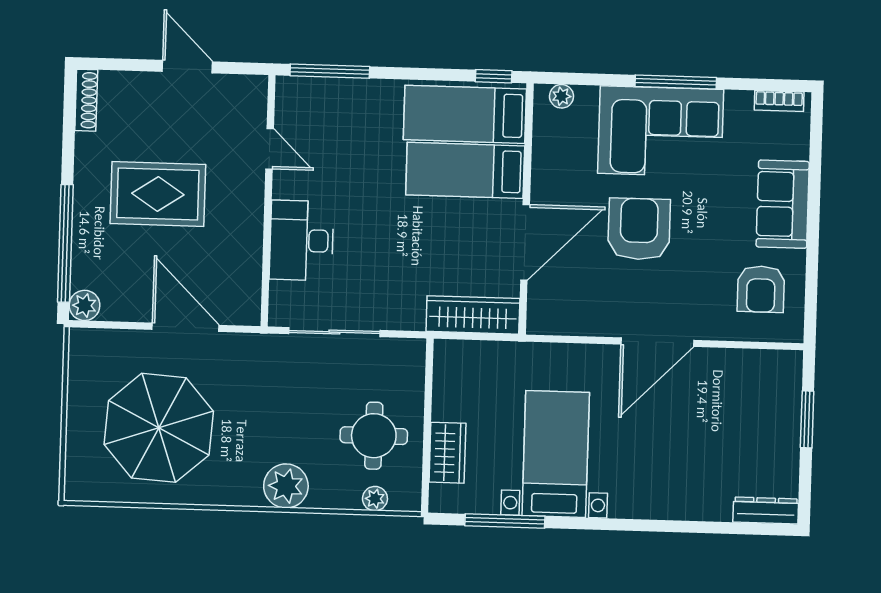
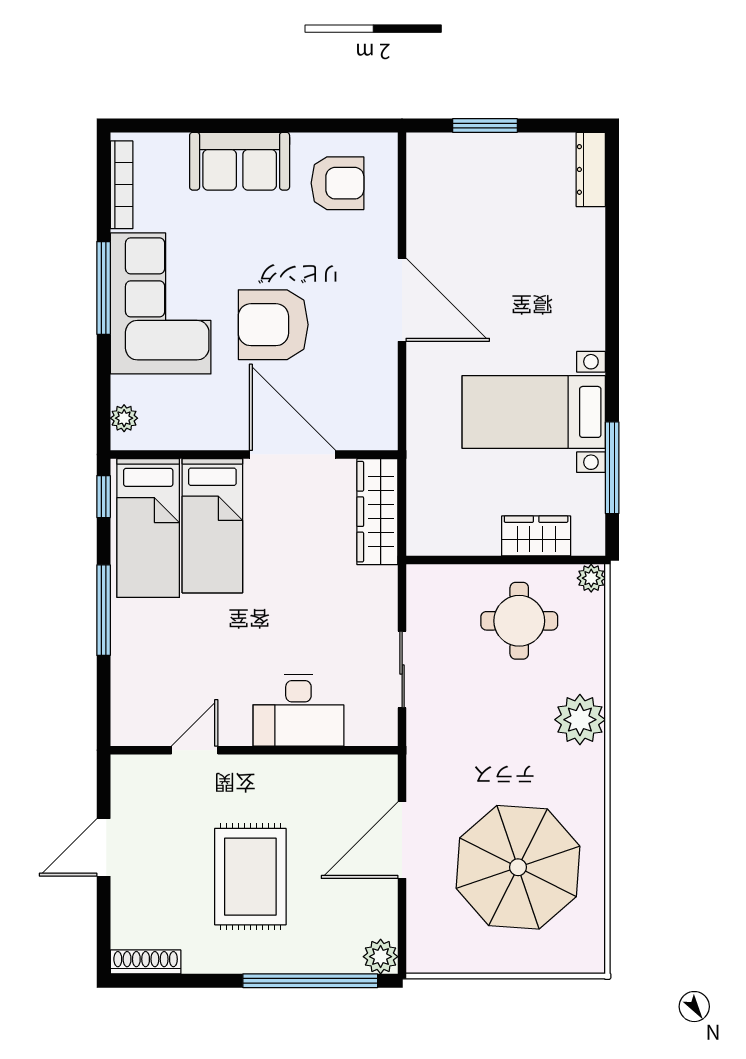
window: (330, 71) -> (104, 610), moved
bookcase: (779, 101) -> (122, 185), width x1.56
sliding door: (334, 332) -> (402, 670), width x0.73
plant: (375, 499) -> (591, 578), moved

